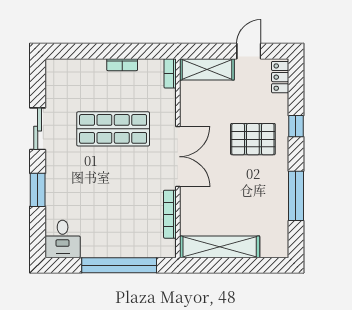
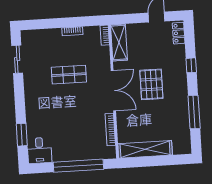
shelving: (207, 69) -> (119, 42), moved, turned 90
sliding door: (38, 129) -> (17, 59), moved
shop shelf: (113, 129) -> (69, 75), width x0.70, depth x0.74
pallet: (253, 139) -> (151, 84), moved, turned 90
window: (38, 190) -> (22, 135), moved

